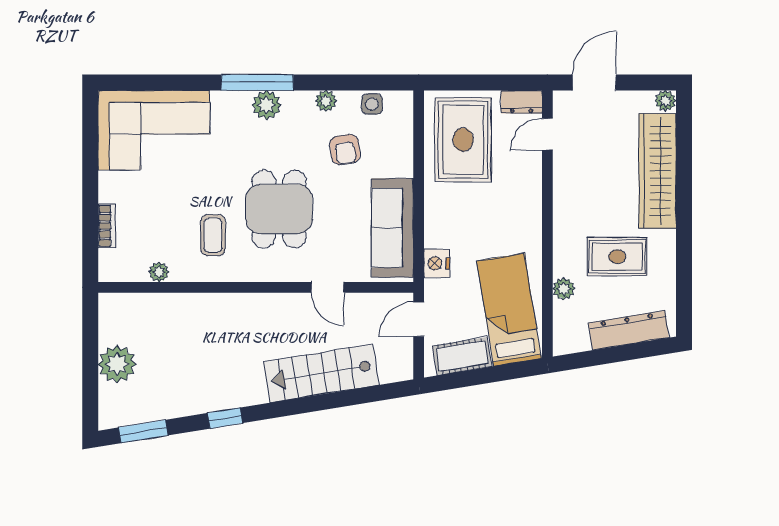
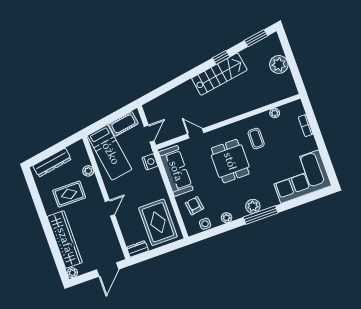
door: (547, 134) -> (110, 208), moved
armchair: (345, 150) -> (194, 206), moved
stairs: (321, 373) -> (219, 74), moved

